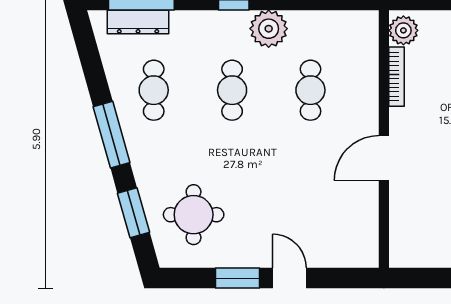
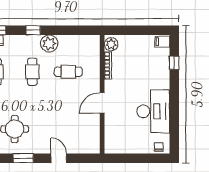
cafe table: (310, 90) -> (68, 72), turned 90
window: (238, 278) -> (23, 158), moved

